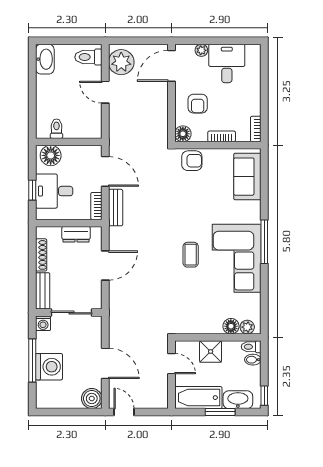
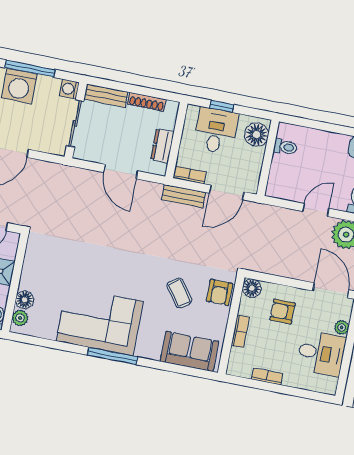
bookcase: (256, 129) -> (267, 376), moved
coffee table: (191, 255) -> (179, 293), moved, turned 54

